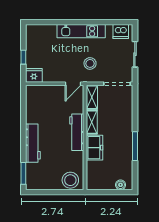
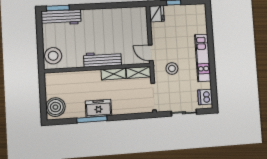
workbench: (33, 143) -> (61, 17), moved
freezer: (94, 148) -> (98, 108), moved, turned 180
boiler: (121, 185) -> (55, 107), width x1.86, depth x1.86

